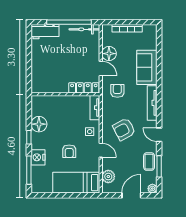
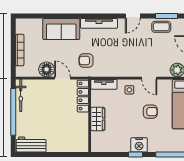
workbench: (45, 32) -> (31, 145), moved, turned -90
door: (101, 69) -> (62, 78), hinge flipped
wardrobe: (62, 102) -> (98, 119), added
floor lamp: (39, 124) -> (122, 144), removed
armchair: (124, 129) -> (127, 53), removed
door: (101, 150) -> (149, 78), swing flipped
nightstand: (38, 157) -> (139, 145), moved

